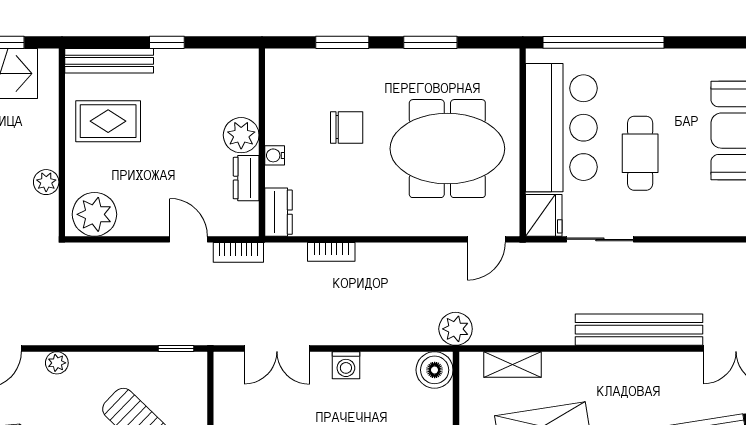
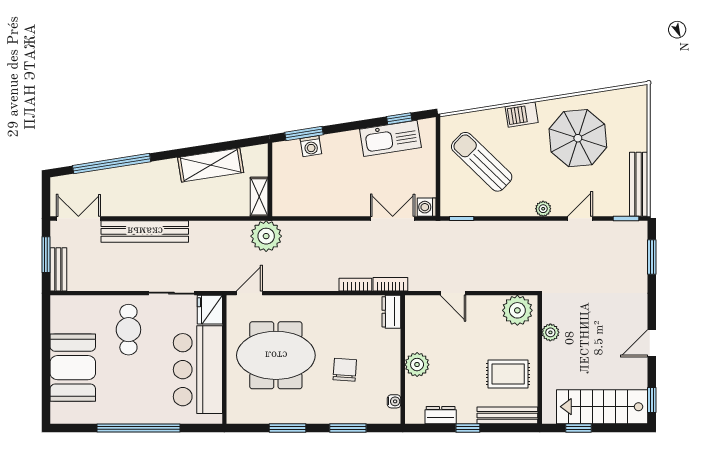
window: (603, 42) -> (138, 428), moved
chair: (347, 127) -> (345, 370), turned 94
cafe table: (640, 153) -> (128, 330), moved
water cooler: (275, 155) -> (394, 401), moved
dresser: (246, 178) -> (441, 415), moved, turned -90
bookcase: (238, 252) -> (390, 284), moved
plant: (456, 329) -> (266, 236), width x1.36, depth x1.36
shelving: (512, 364) -> (259, 197), moved, turned 90
washing machine: (346, 365) -> (427, 207), moved, turned -90
boiler: (435, 370) -> (285, 204), removed

